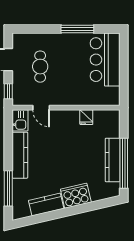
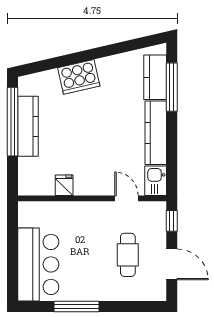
kitchen counter: (46, 204) -> (155, 77), moved, turned 103

